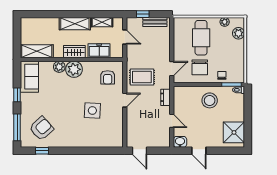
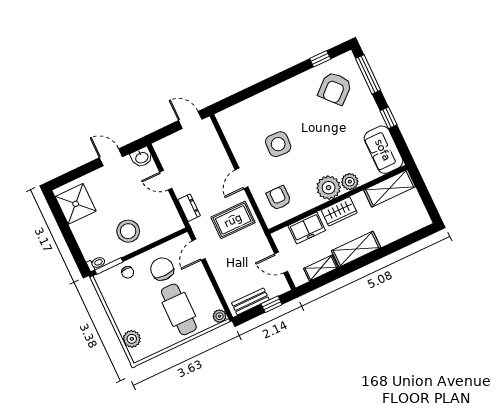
plant: (225, 22) -> (220, 316), moved

